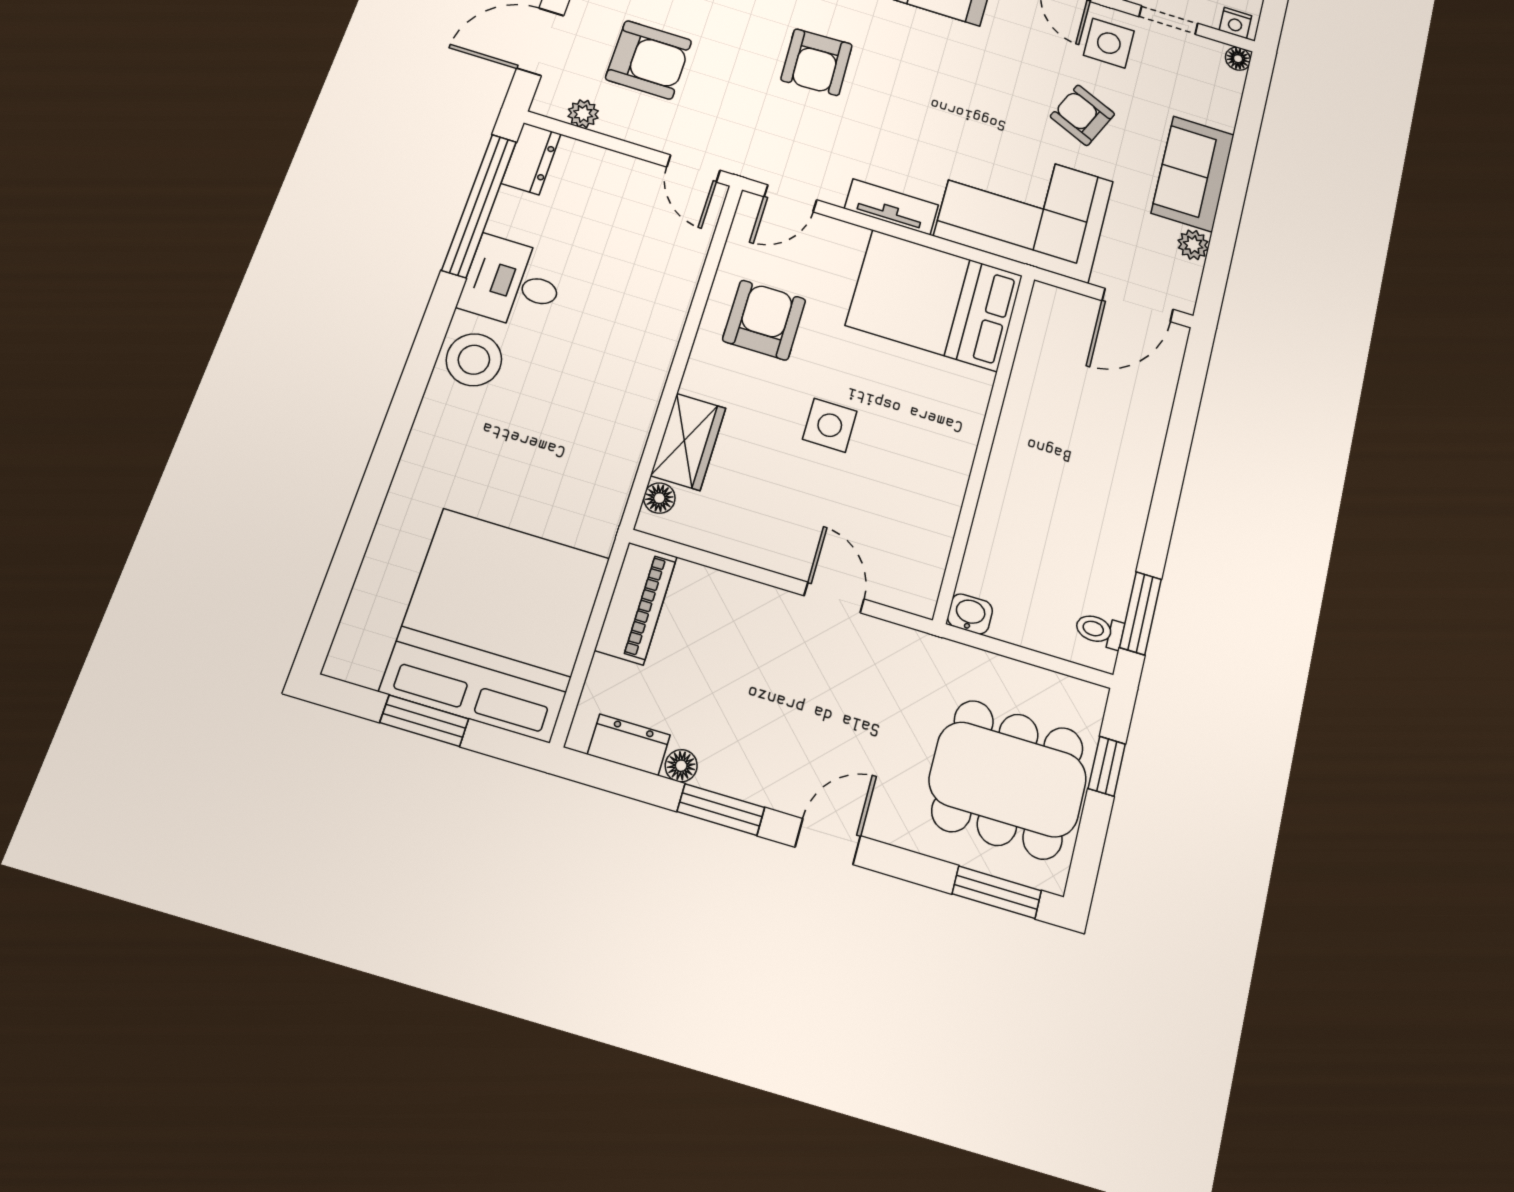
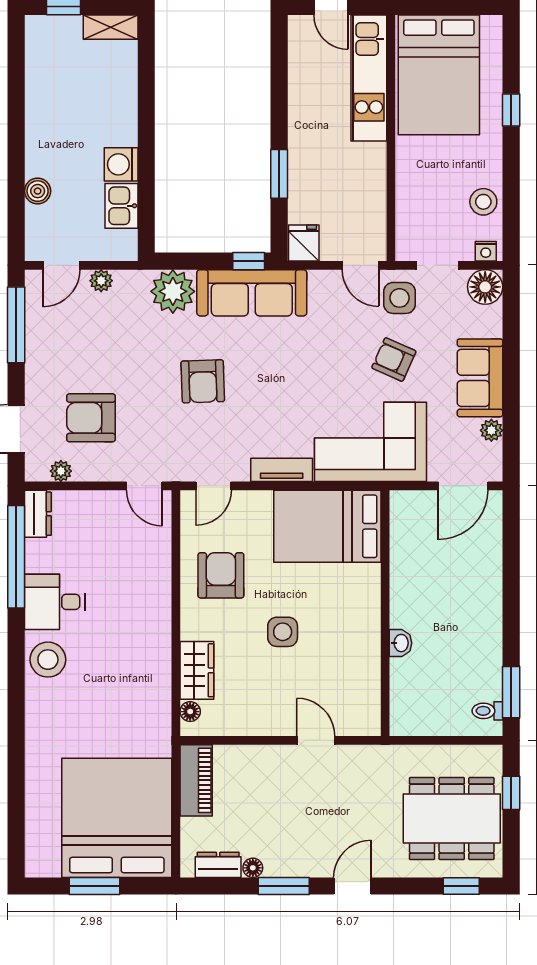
floor lamp: (1238, 59) -> (485, 287), width x1.89, depth x1.89
armchair: (649, 60) -> (91, 418), turned 180
washbasin: (970, 614) -> (400, 643), moved, turned 90
window: (997, 892) -> (461, 886), width x0.67

